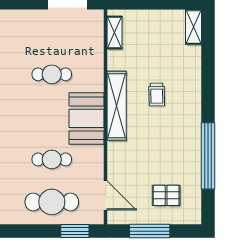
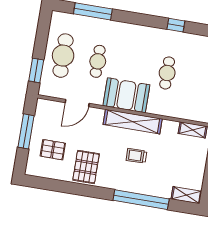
pallet: (180, 152) -> (86, 167), added
window: (208, 156) -> (141, 200), moved
pallet: (166, 195) -> (53, 150), turned 90
door: (106, 196) -> (77, 103), moved

